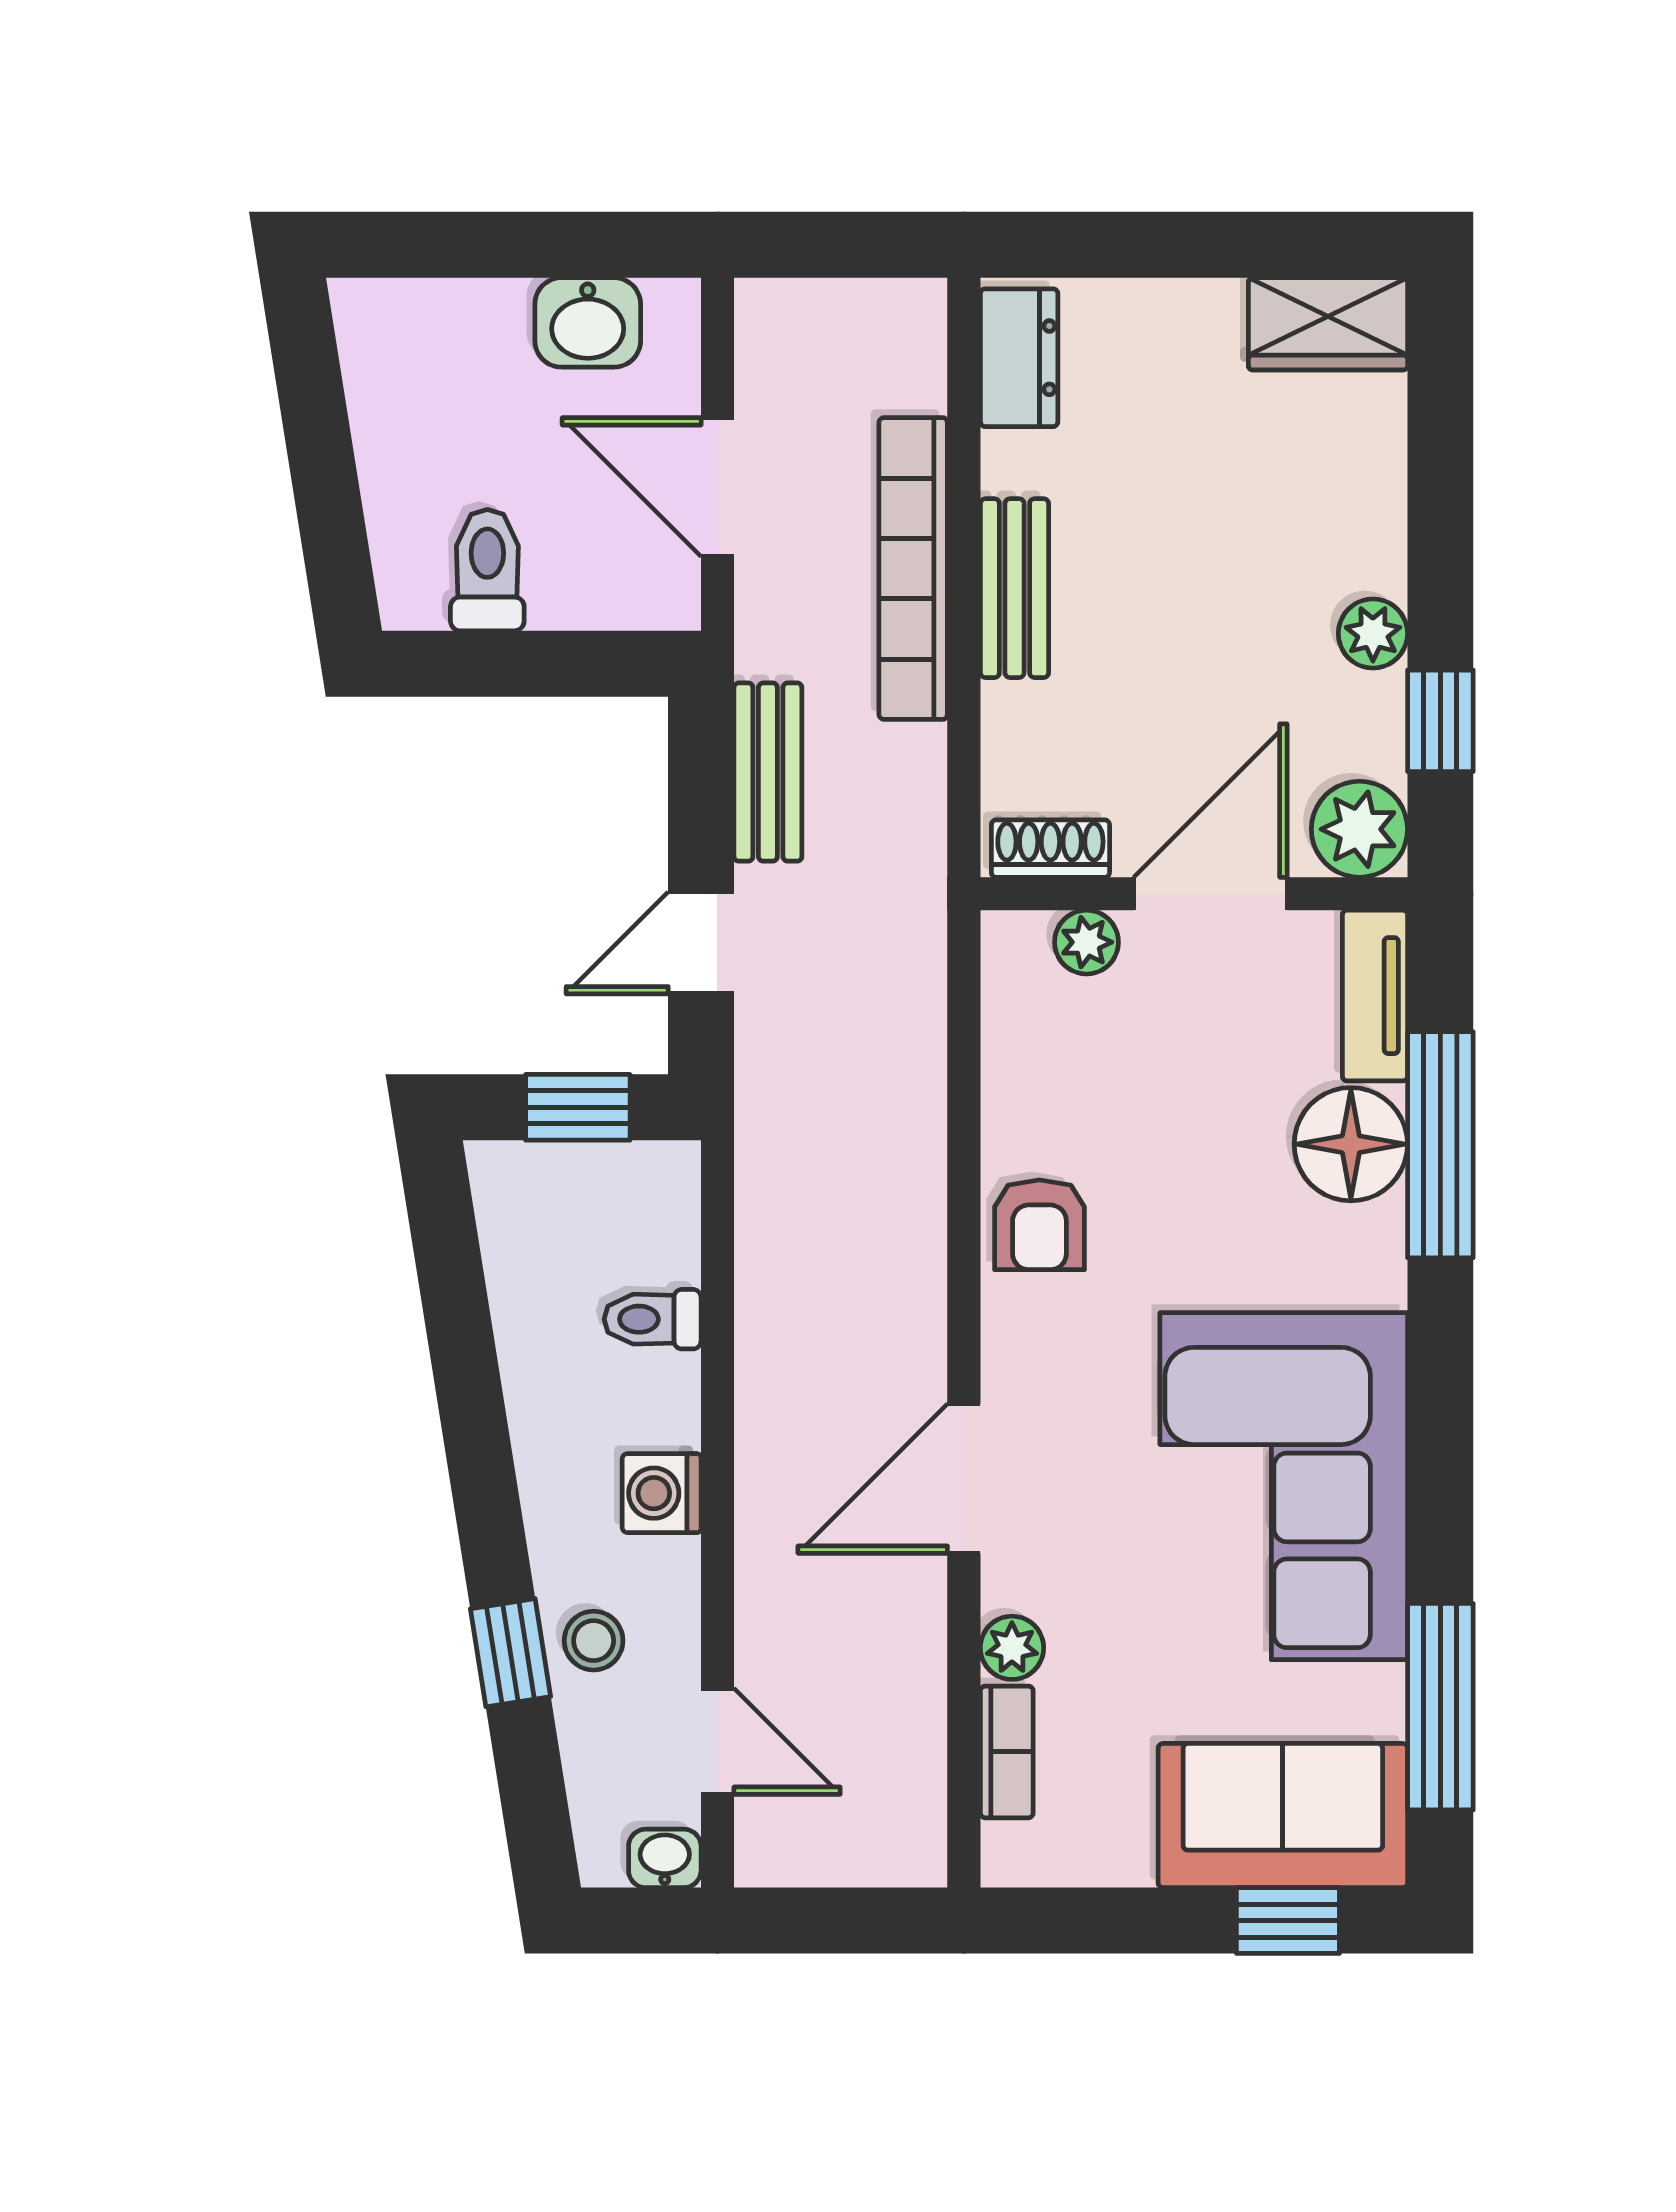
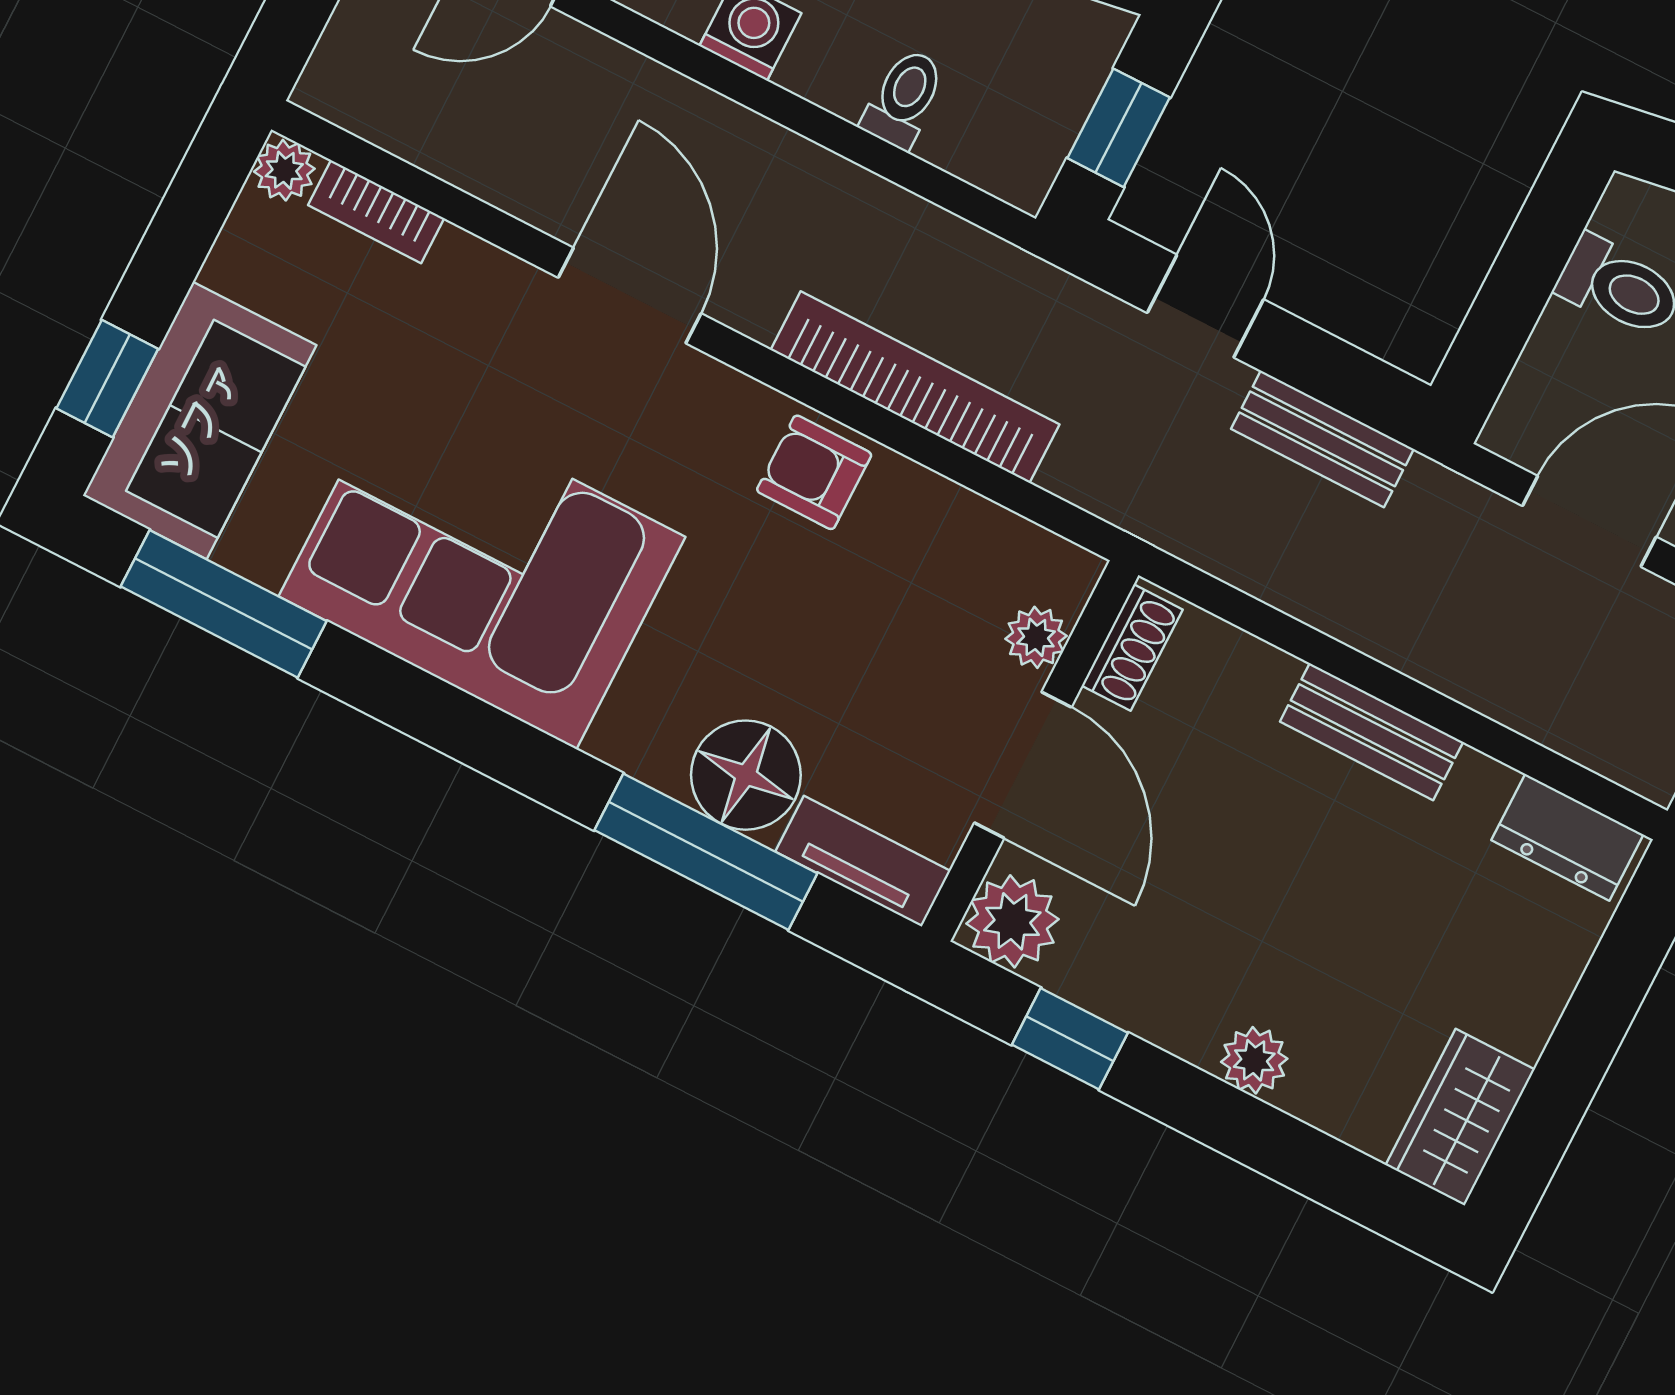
bookcase: (913, 569) -> (915, 387), moved
plant: (1373, 633) -> (1254, 1060), moved
plant: (1012, 1648) -> (284, 170), moved

